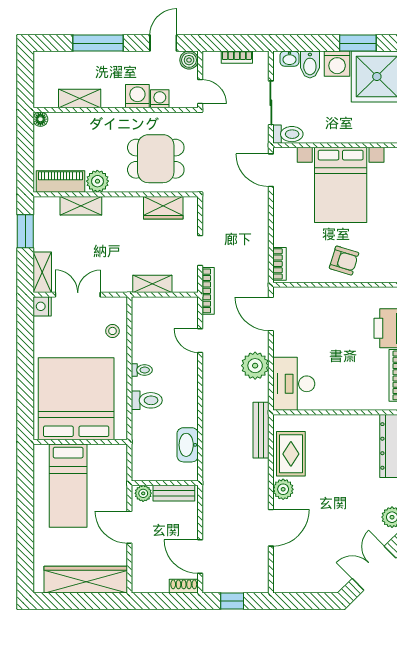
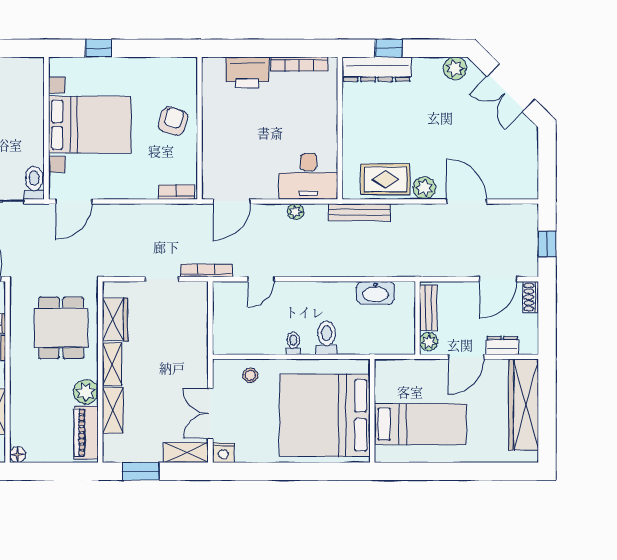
shelving: (152, 284) -> (112, 364), moved
plant: (255, 366) -> (296, 212), width x0.53, depth x0.53
dresser: (140, 560) -> (502, 345), added

